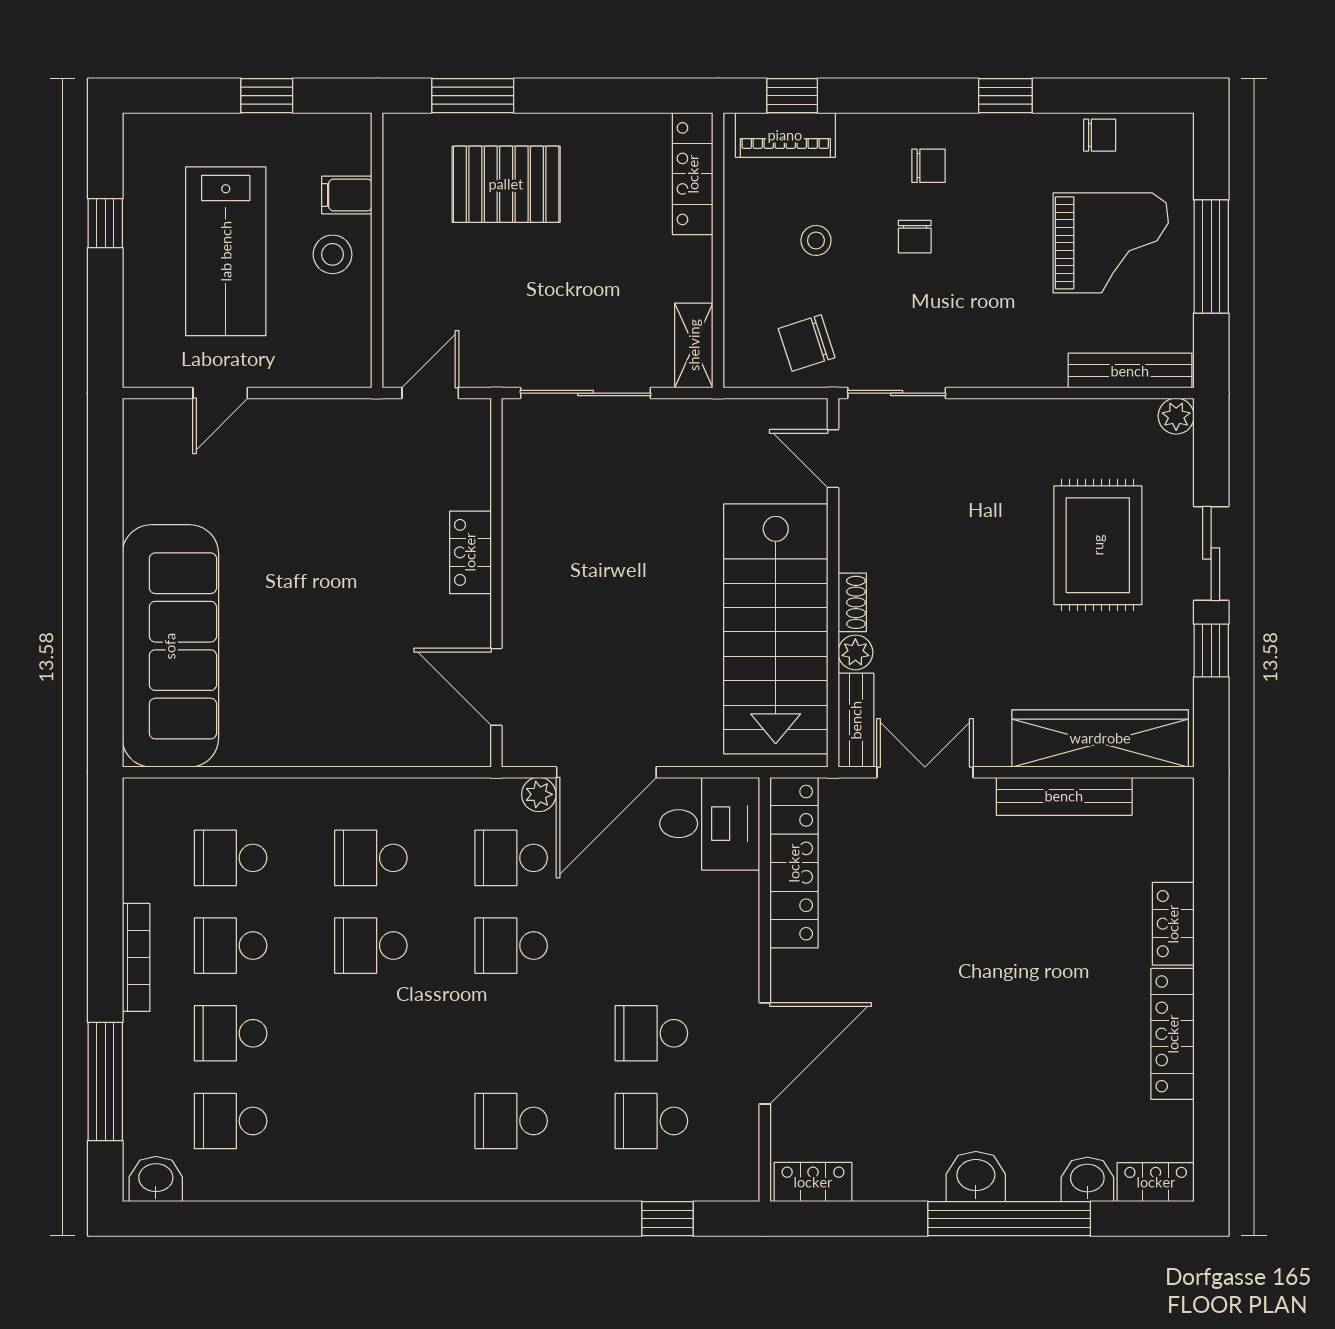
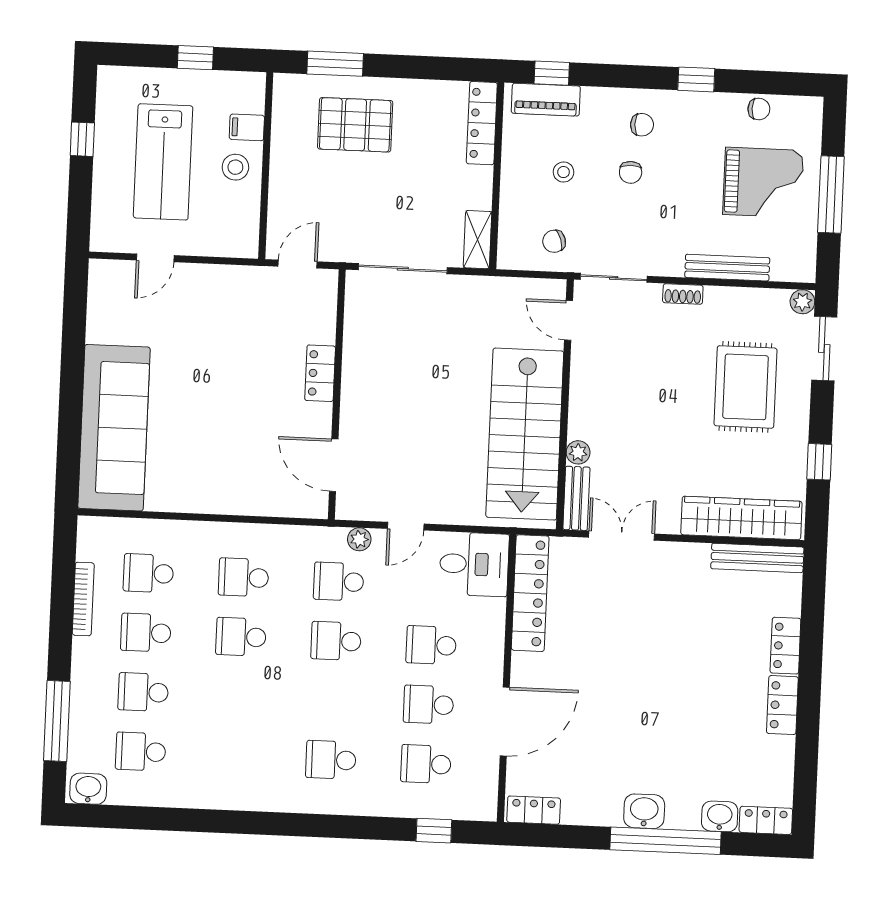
chair: (807, 343) -> (554, 241), width x0.73, depth x0.73
bench: (1130, 371) -> (727, 268), moved
sliding door: (1211, 554) -> (824, 349), moved
shoe rack: (852, 602) -> (683, 294), moved, turned 90
door: (606, 772) -> (406, 526), width x0.53
bench: (1064, 796) -> (757, 558), moved
school desk: (651, 946) -> (431, 645), added
bookcase: (136, 957) -> (83, 599), moved
locker: (1173, 1034) -> (782, 705), width x0.66

